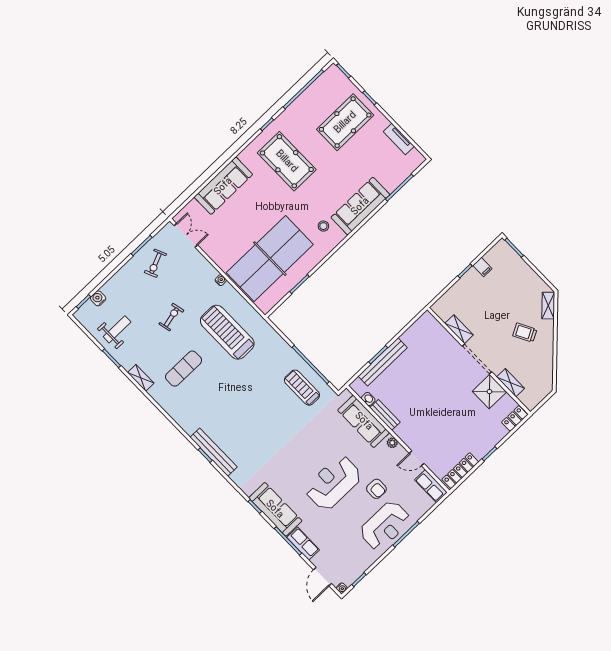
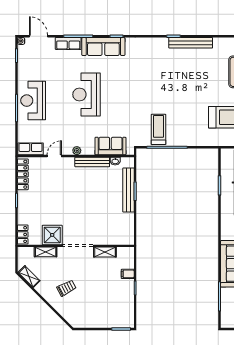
filing cabinet: (482, 267) -> (128, 274), moved
shelving: (548, 306) -> (29, 277), moved
treadmill: (302, 388) -> (158, 129), turned -90
bench: (385, 415) -> (92, 162), width x1.36
sofa: (364, 421) -> (110, 146), width x0.73
bench: (214, 452) -> (191, 43), moved
reception desk: (333, 483) -> (86, 94), turned 180
armchair: (376, 489) -> (59, 116), removed

